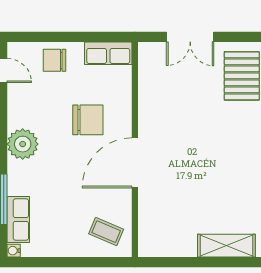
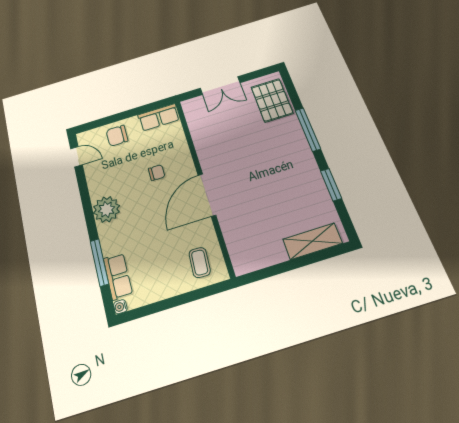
chair: (88, 120) -> (157, 173), width x0.54, depth x0.54
coffee table: (106, 232) -> (200, 262), turned 71

